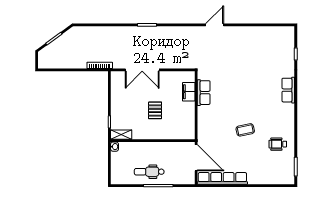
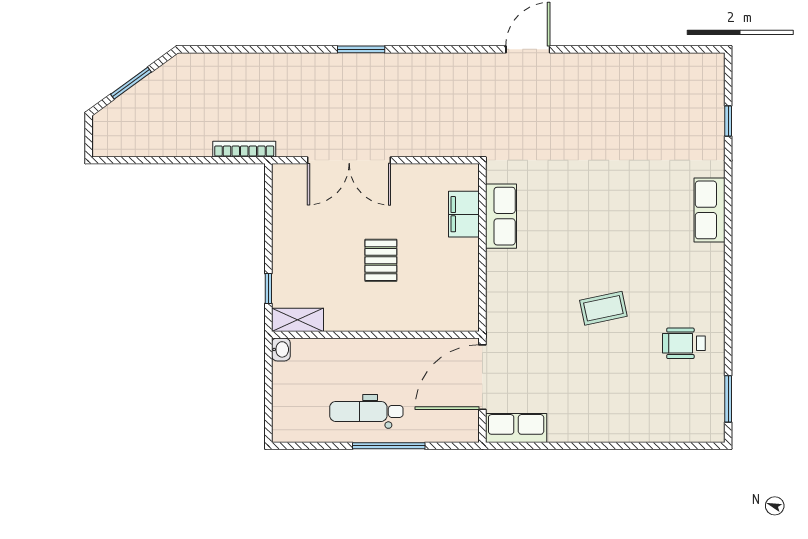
door: (196, 158) -> (482, 377), swing flipped
row of seats: (222, 178) -> (516, 428), width x0.50

